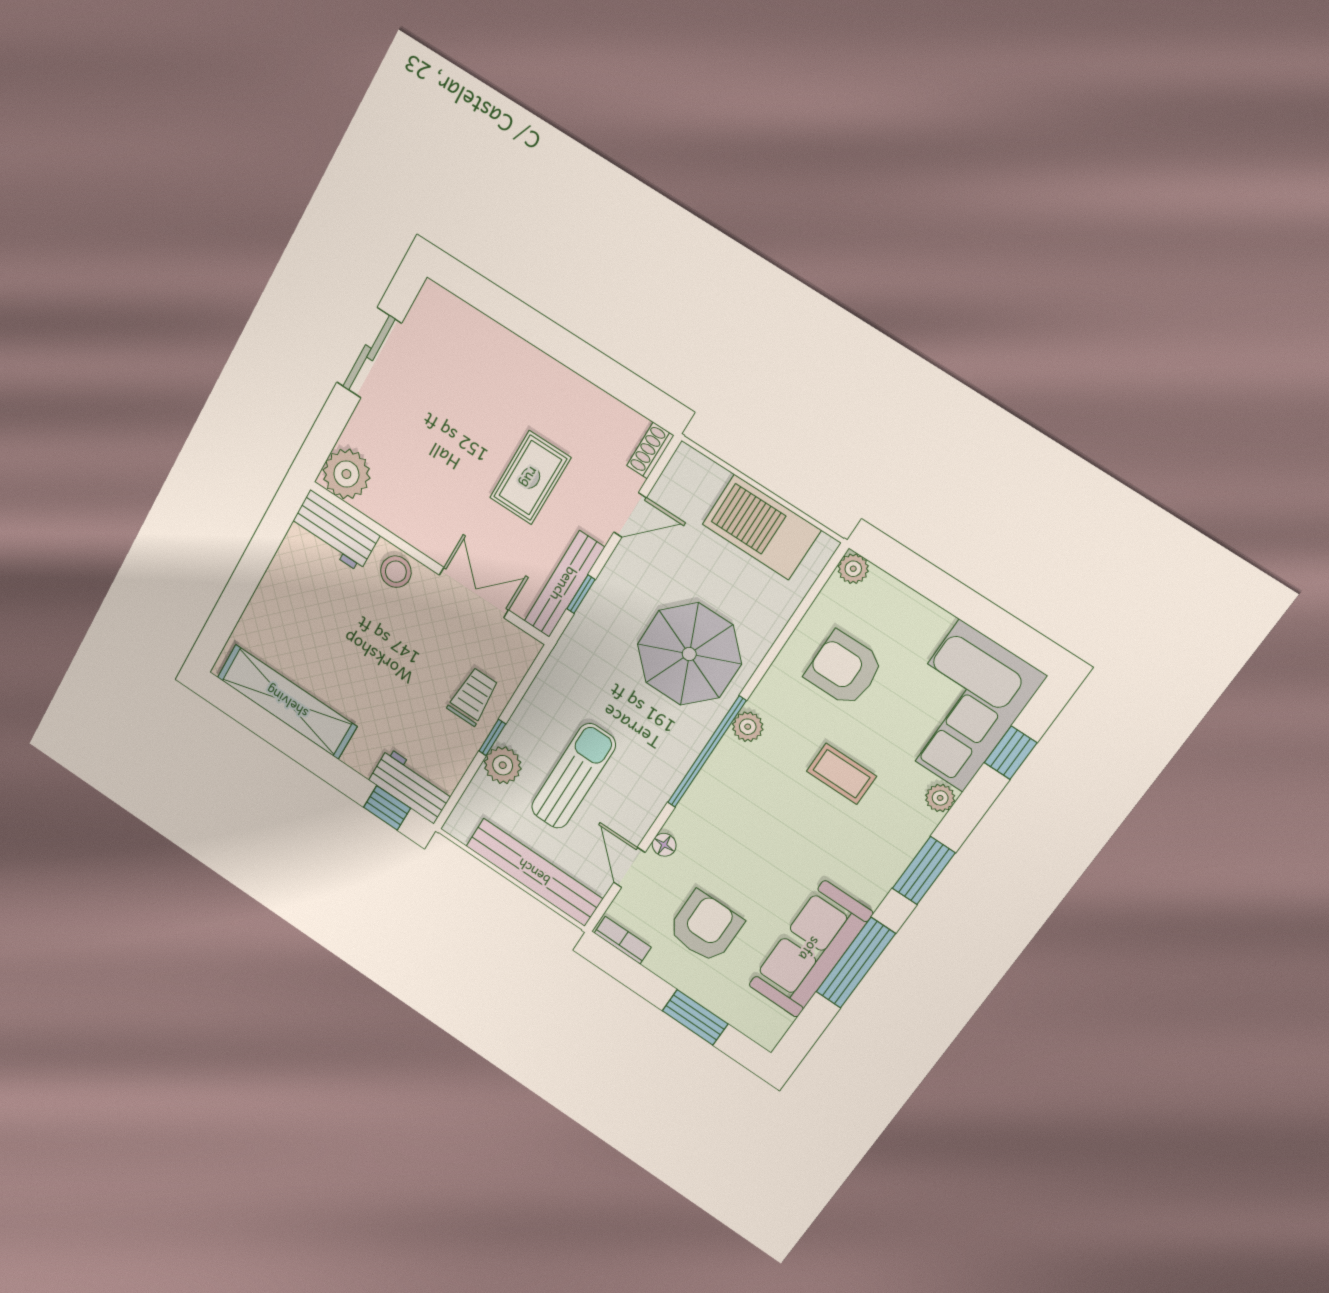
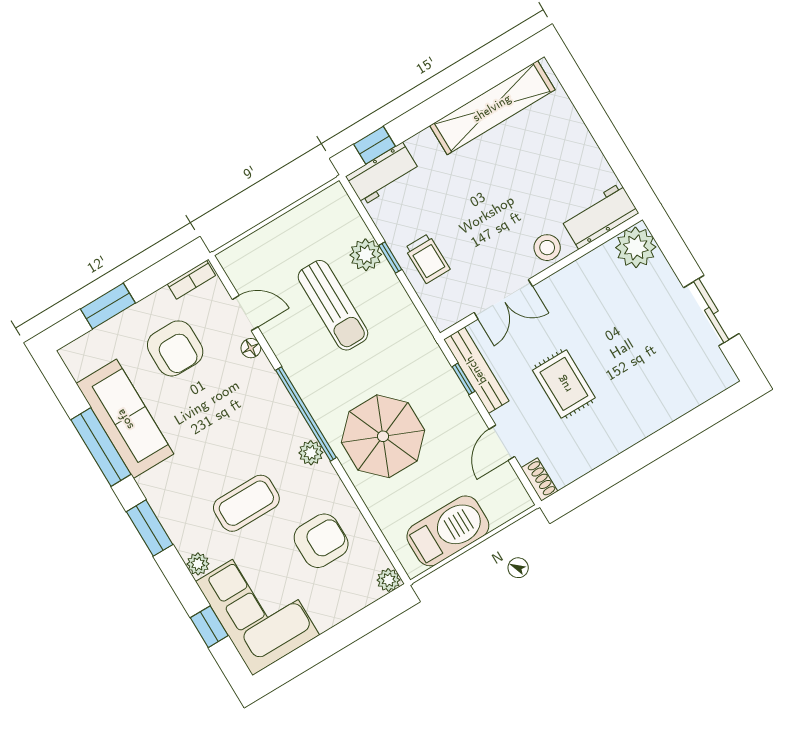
coffee table: (841, 774) -> (246, 503), width x1.36, depth x1.30
bench: (534, 872) -> (273, 237), removed

